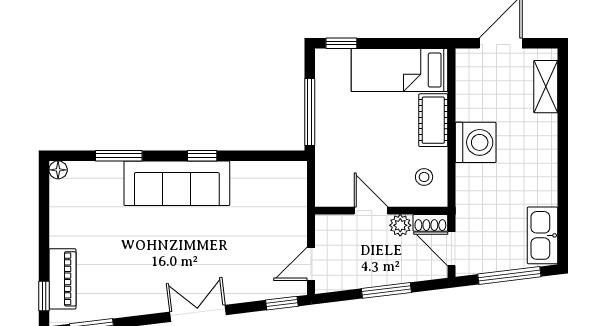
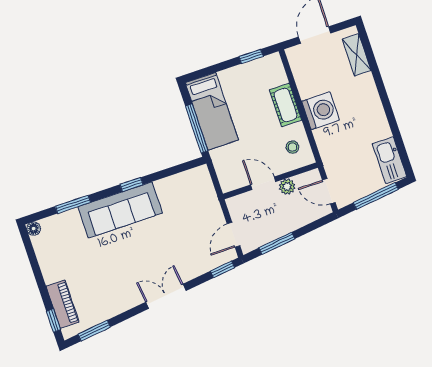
window: (341, 43) -> (251, 56), moved
bed: (400, 70) -> (212, 111), moved, turned -90
shoe rack: (430, 223) -> (308, 178), removed
window: (386, 290) -> (277, 243), moved

